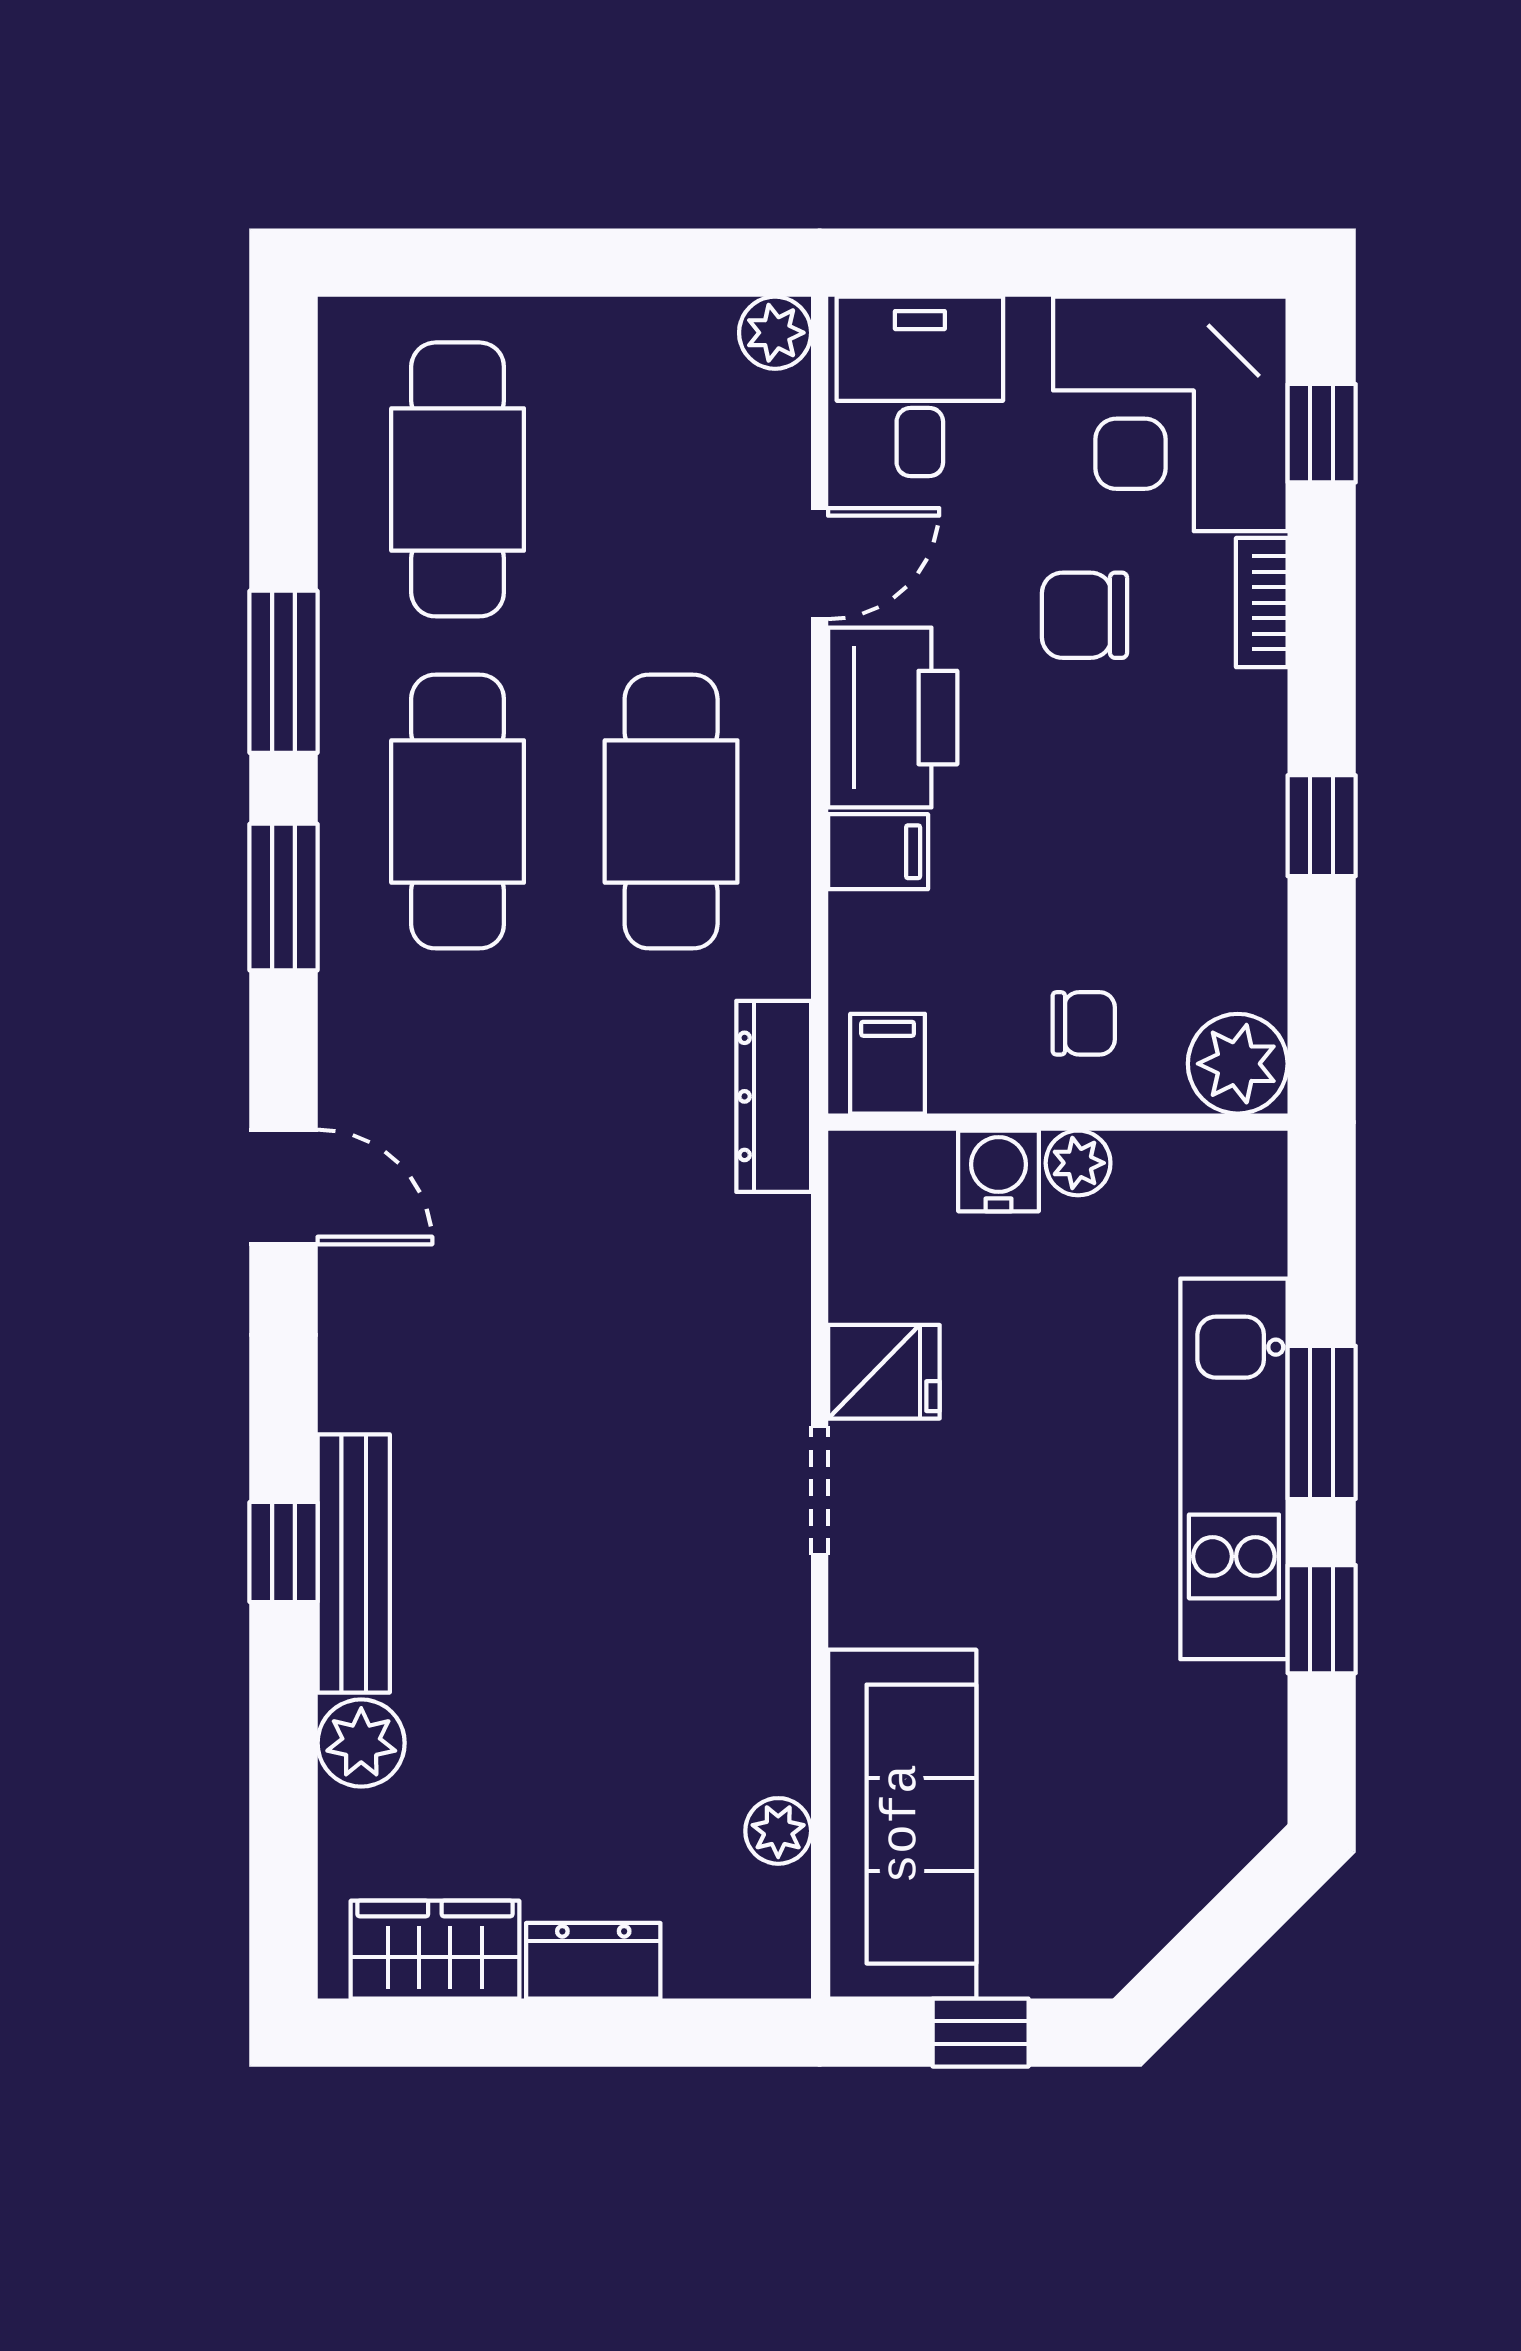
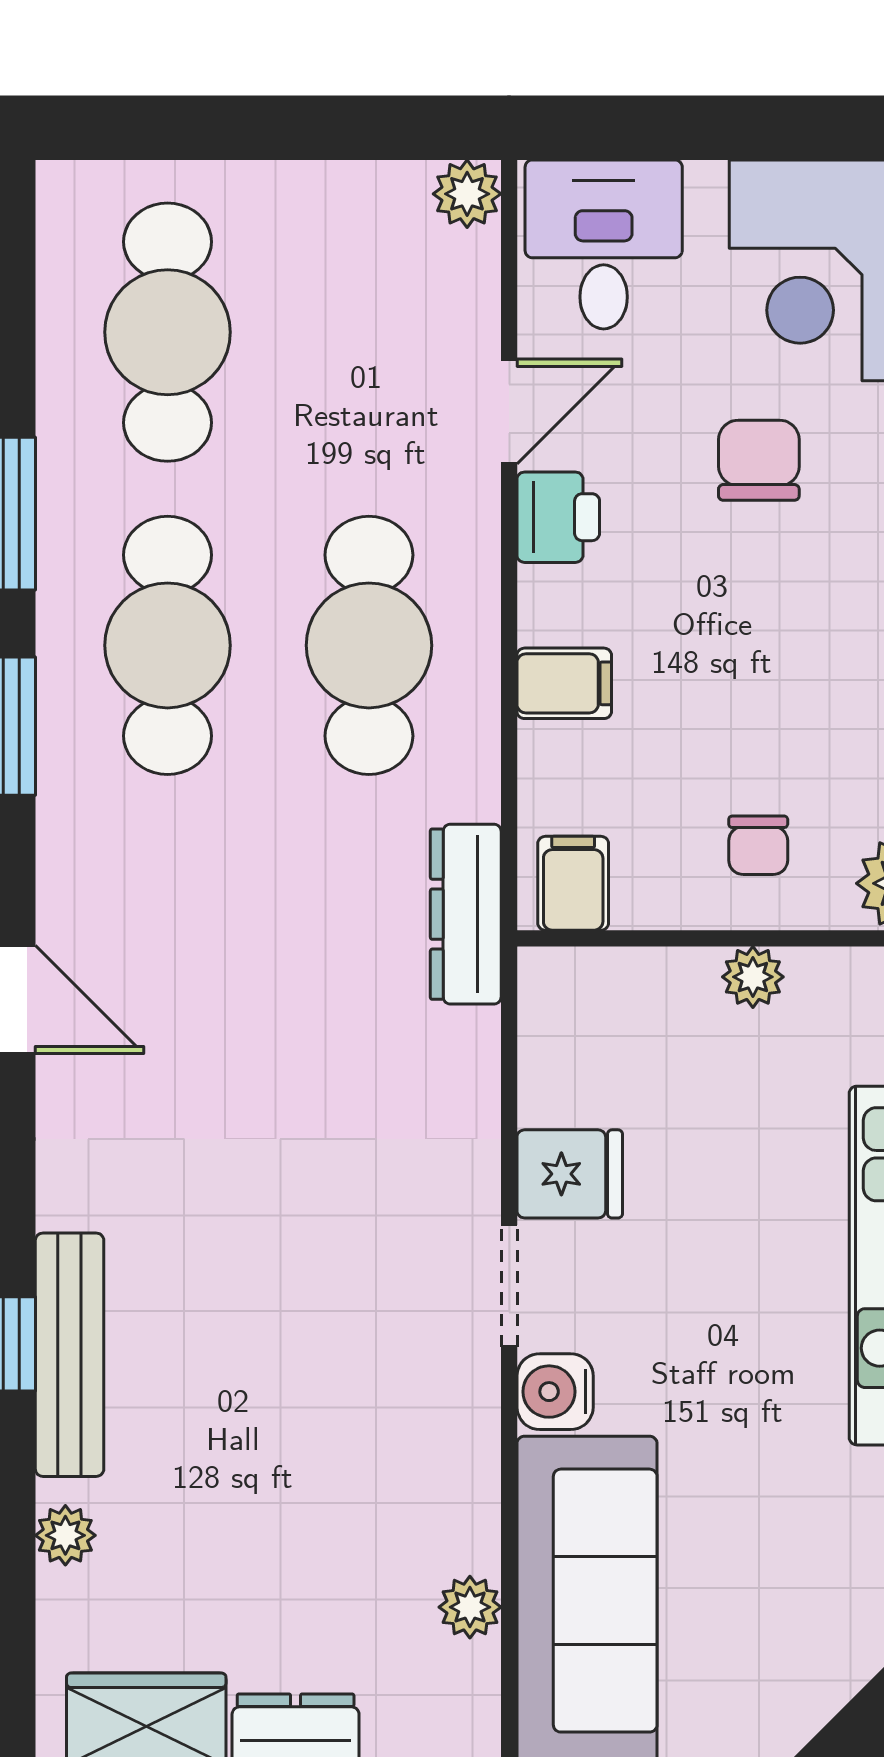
chair: (1084, 615) -> (759, 460), turned 90
printer: (893, 718) -> (558, 517), width x0.53, depth x0.68
chair: (1084, 1023) -> (758, 845), turned 90
water cooler: (998, 1171) -> (555, 1392), moved, turned -90
plant: (361, 1743) -> (65, 1535), width x0.73, depth x0.73

